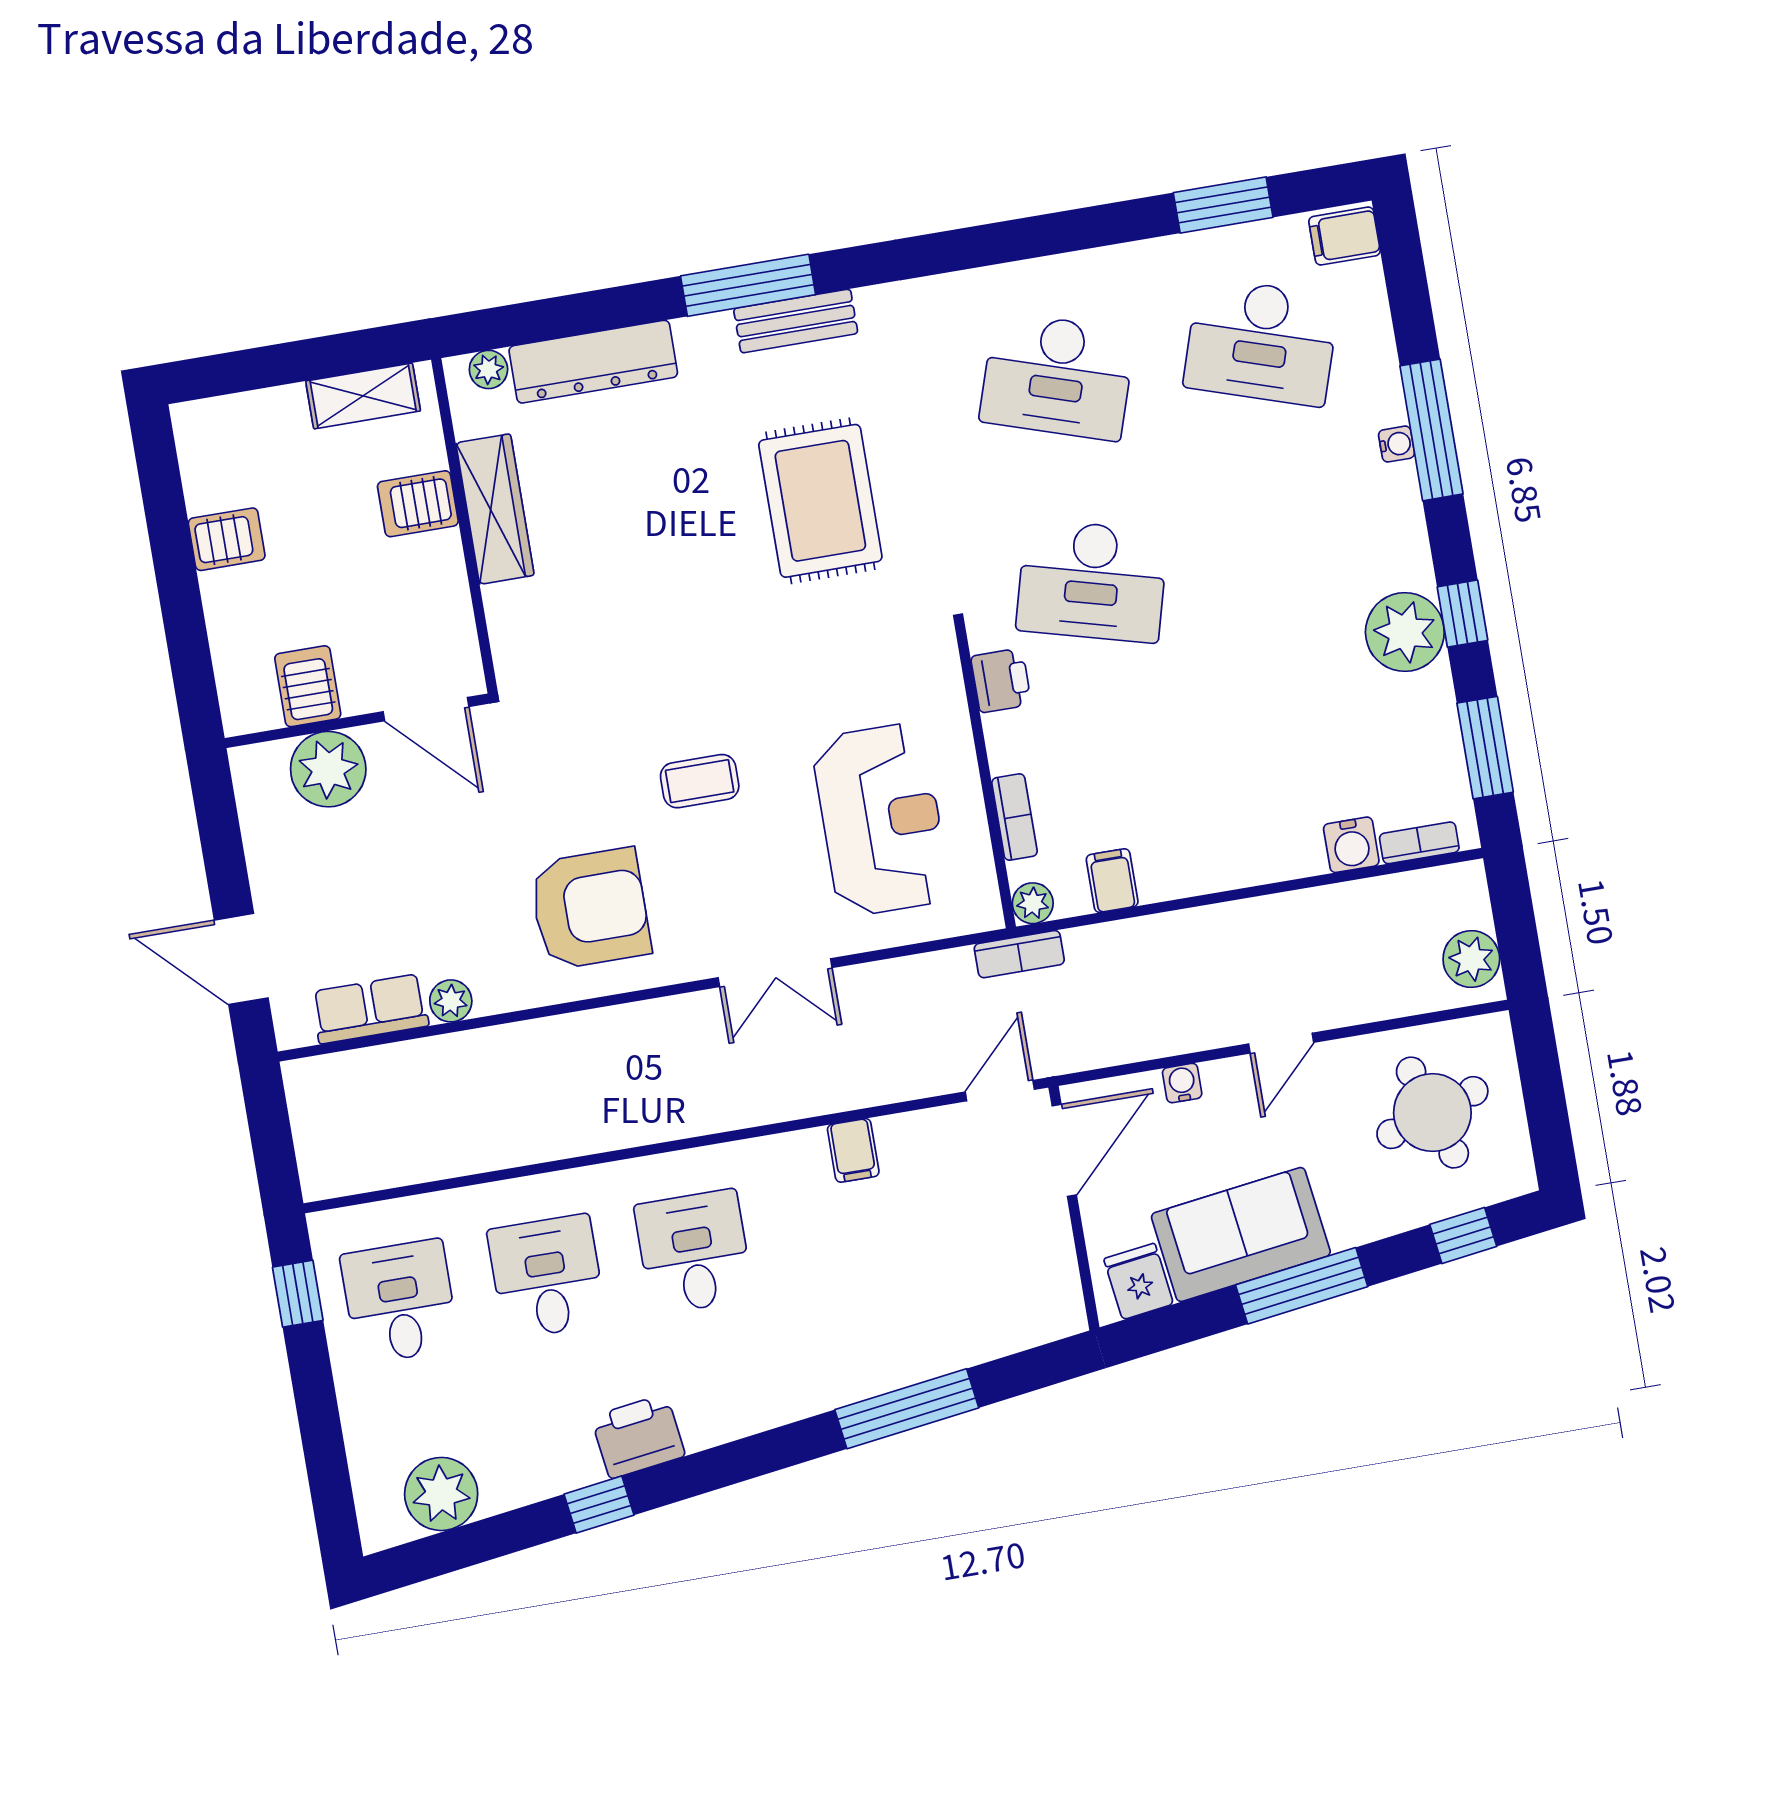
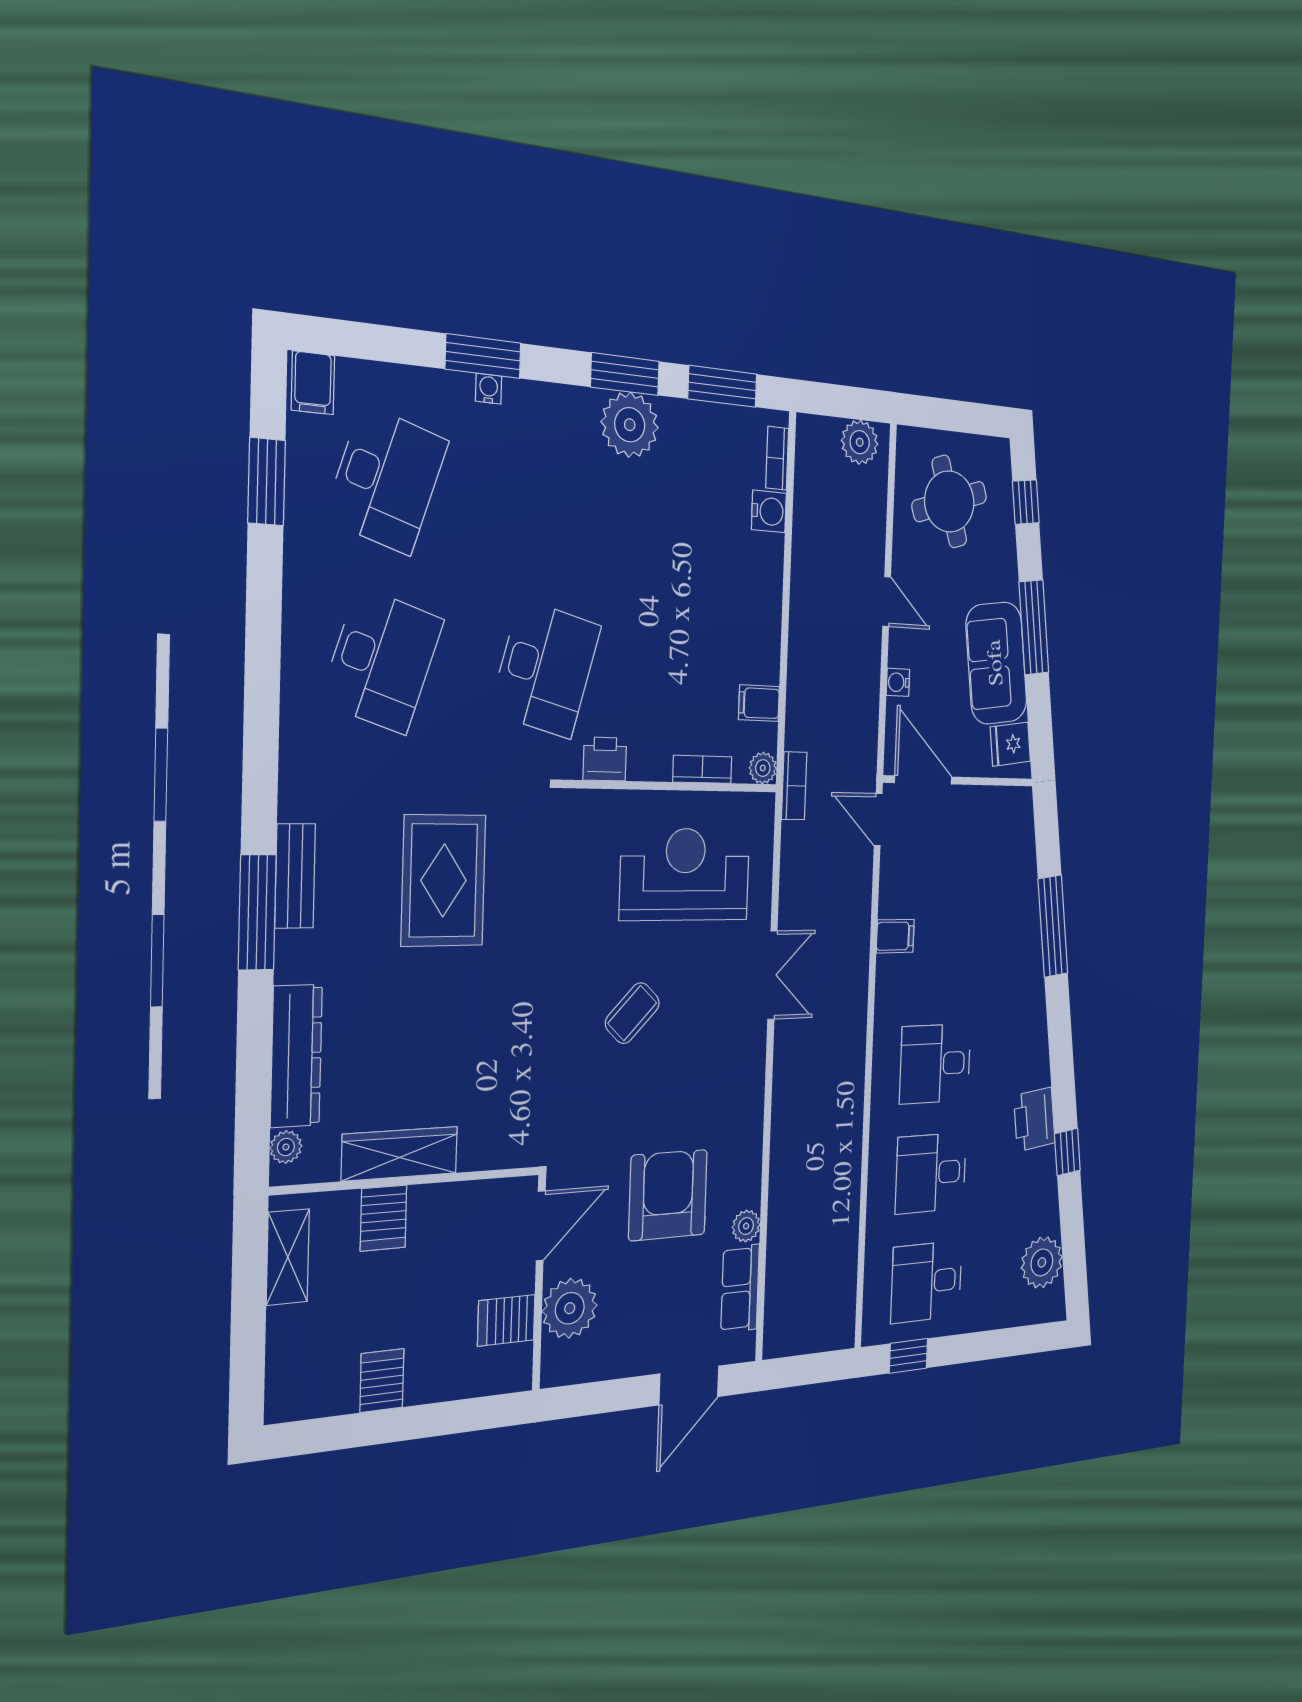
window: (1431, 430) -> (483, 356), width x0.69
rug: (820, 501) -> (444, 880), turned 90
window: (1462, 614) -> (625, 374), width x1.50
coffee table: (700, 781) -> (632, 1013), turned 44
armchair: (590, 909) -> (668, 1195), moved

